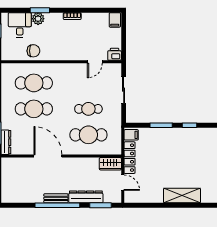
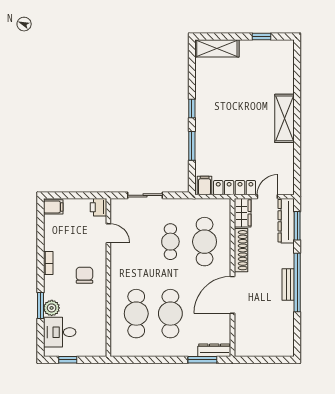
chair: (33, 51) -> (84, 275), moved
shoe rack: (82, 163) -> (241, 250), added
dresser: (86, 197) -> (286, 221), moved

